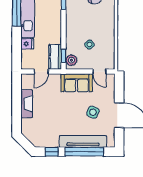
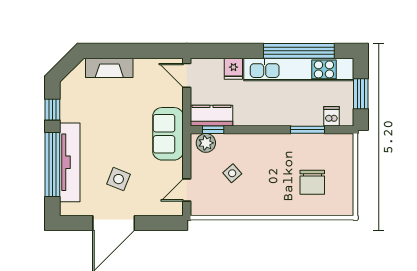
door: (41, 72) -> (187, 75), moved
sofa: (77, 83) -> (168, 134), moved
fireplace: (27, 104) -> (109, 68), moved

